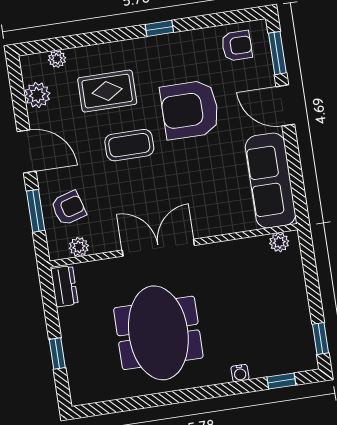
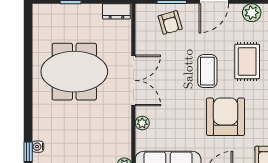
plant: (79, 247) -> (142, 123), moved
water cooler: (240, 373) -> (38, 147), moved

